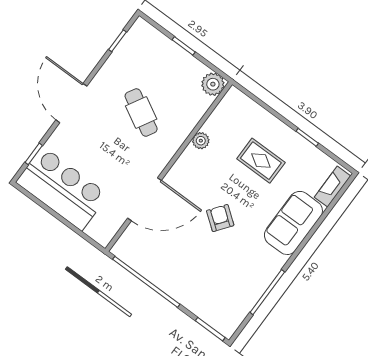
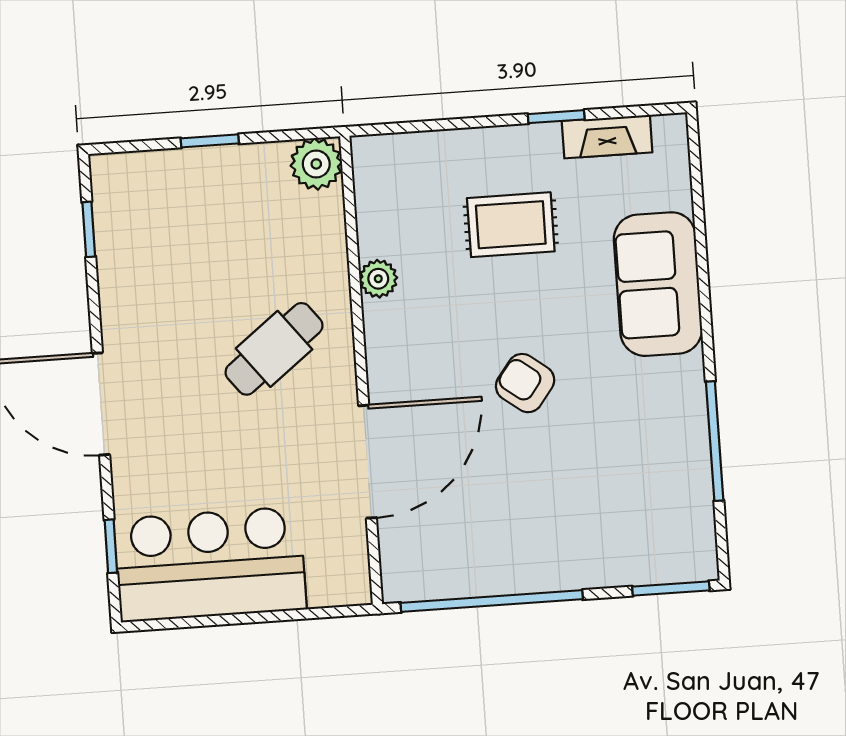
cafe table: (141, 112) -> (274, 349), moved, turned -67
fireplace: (333, 187) -> (607, 137), moved, turned -90

